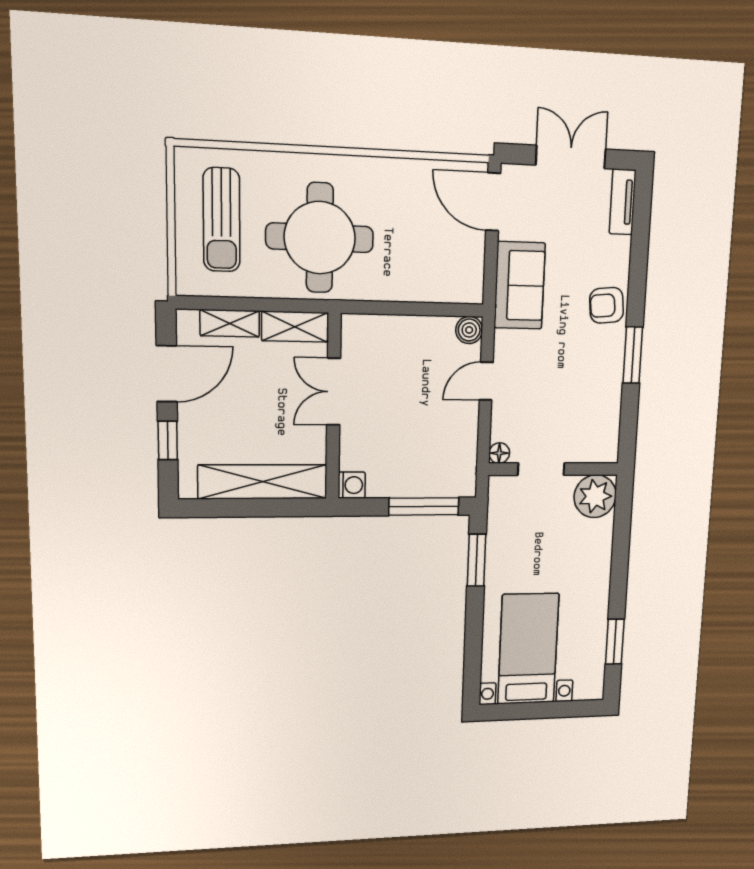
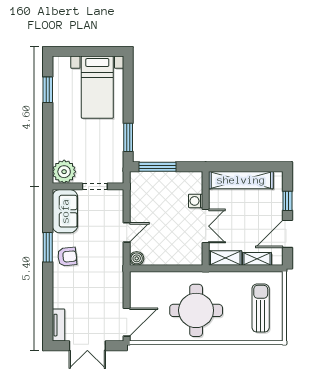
door: (493, 202) -> (127, 322), hinge flipped
round table: (320, 238) -> (196, 310), moved
sofa: (520, 285) -> (65, 211), moved, turned 180
armchair: (607, 305) -> (67, 257), moved
floor lamp: (499, 453) -> (118, 195), removed
washing machine: (352, 485) -> (196, 201), moved

